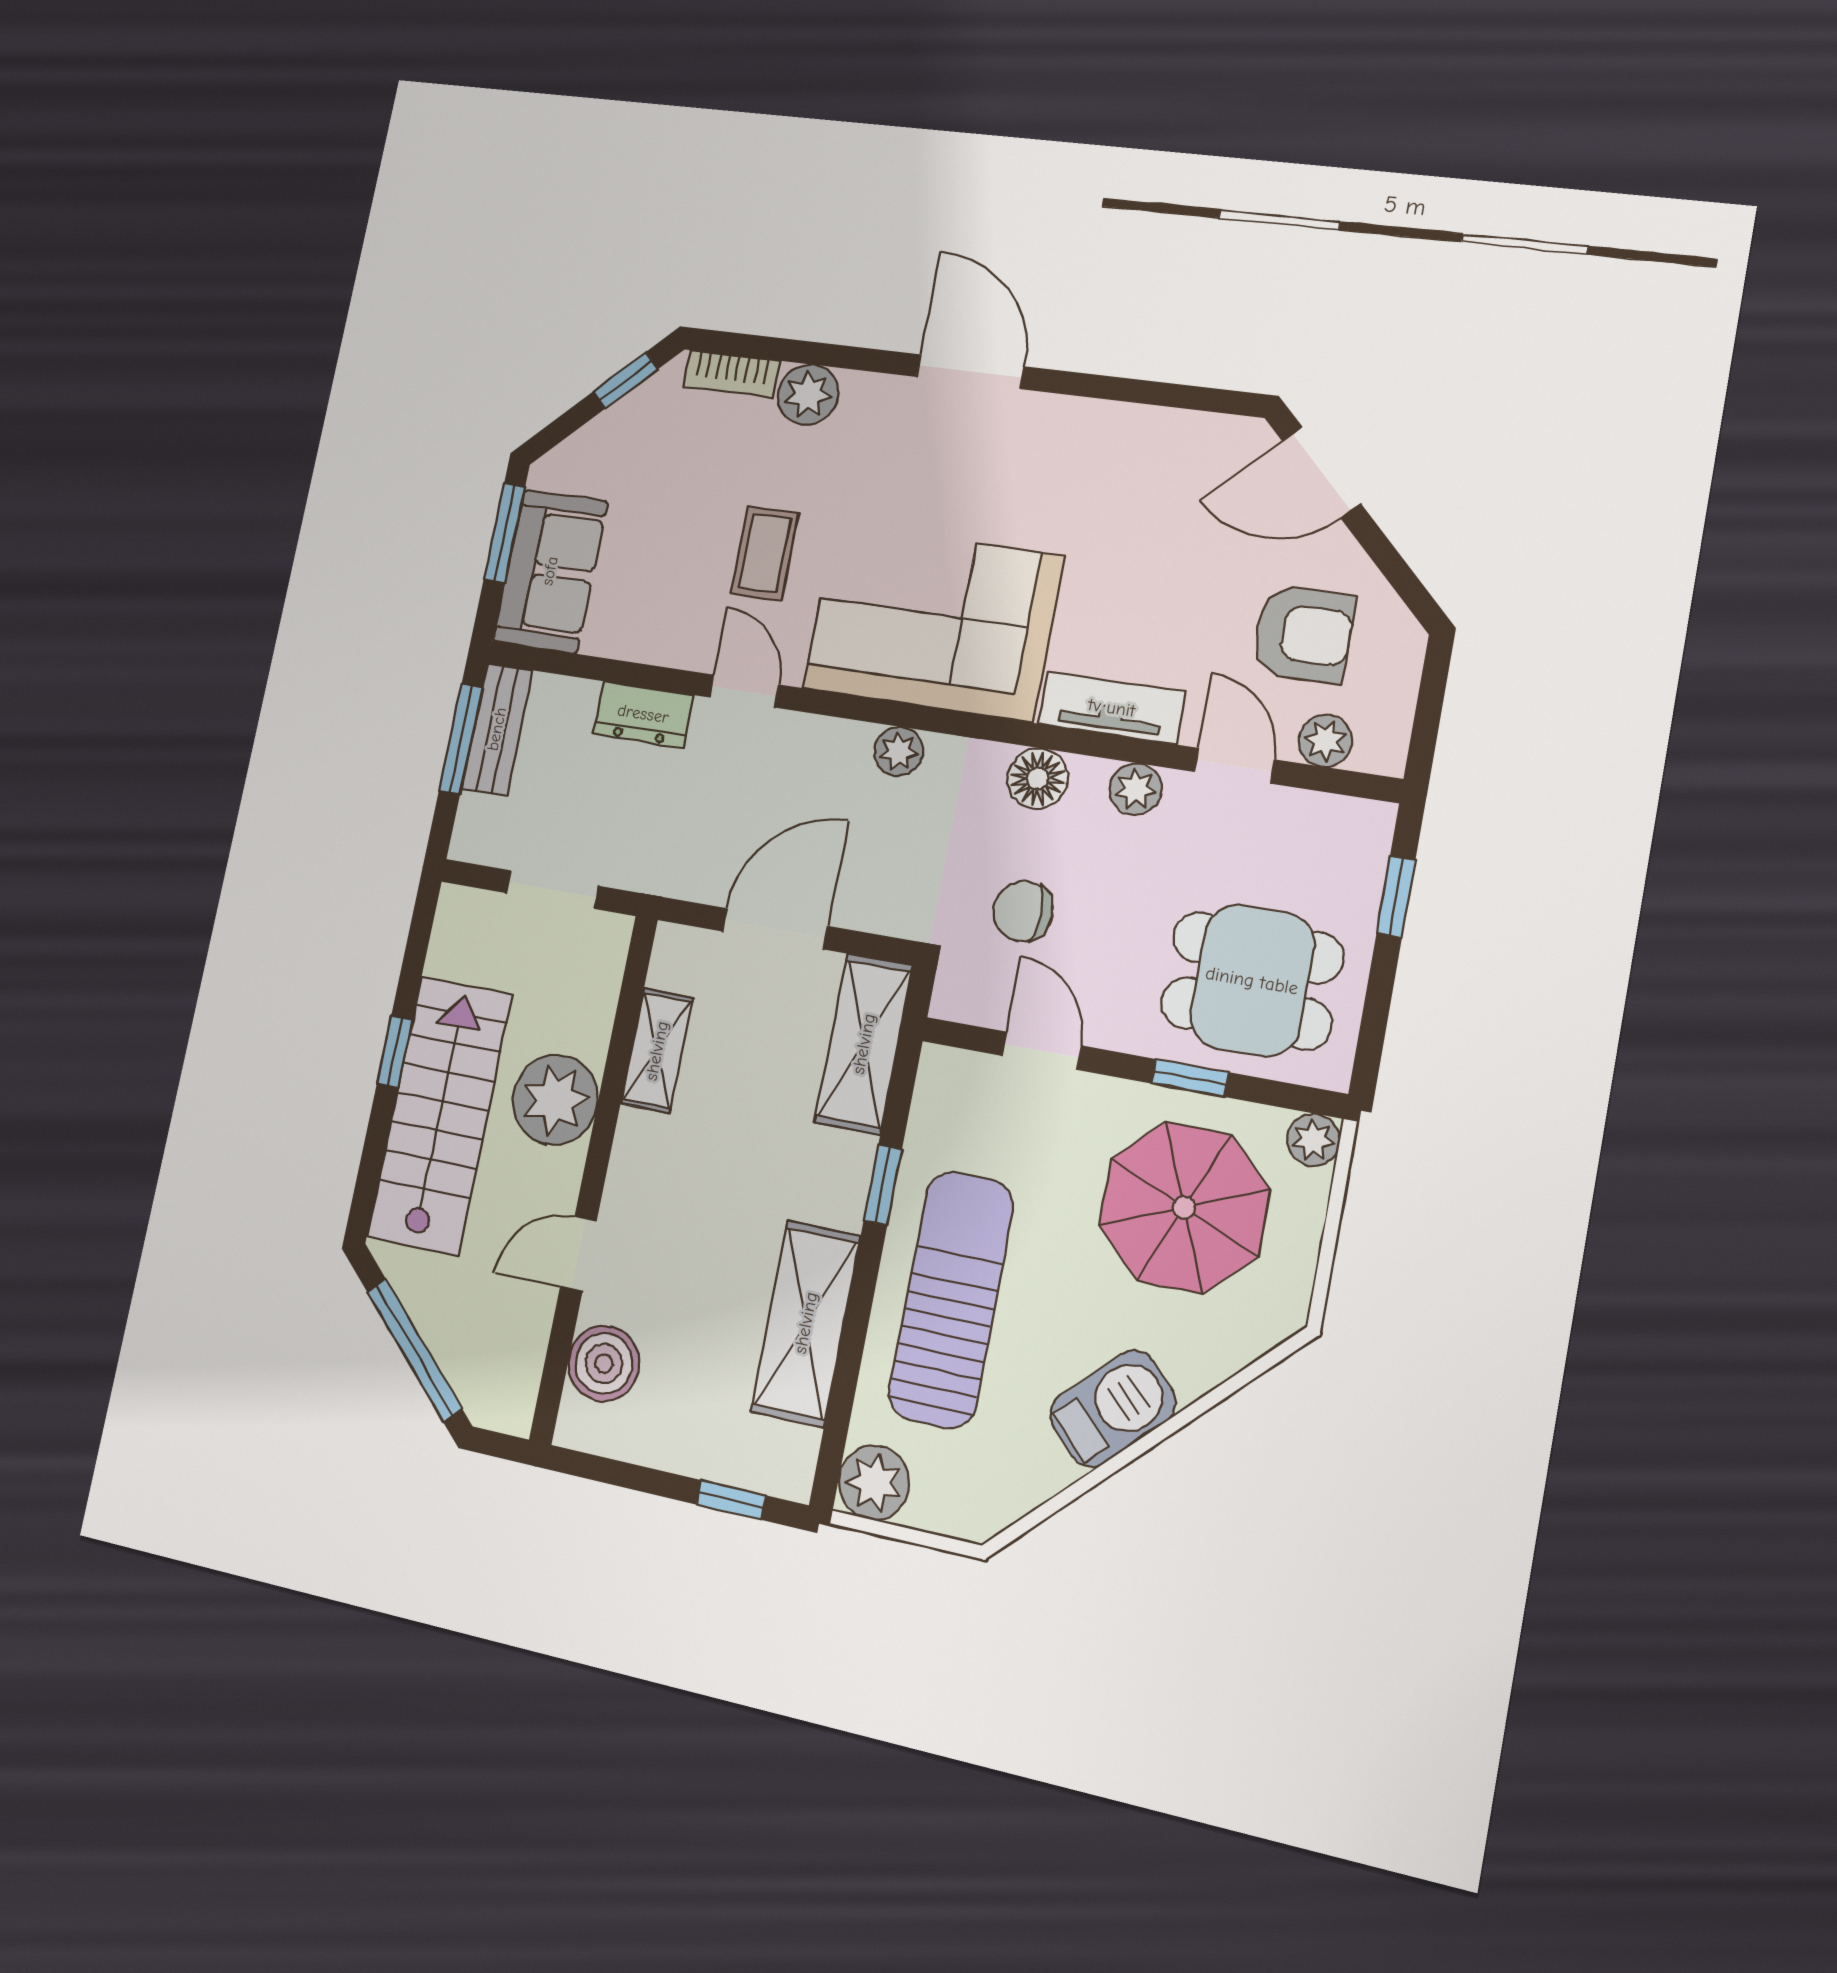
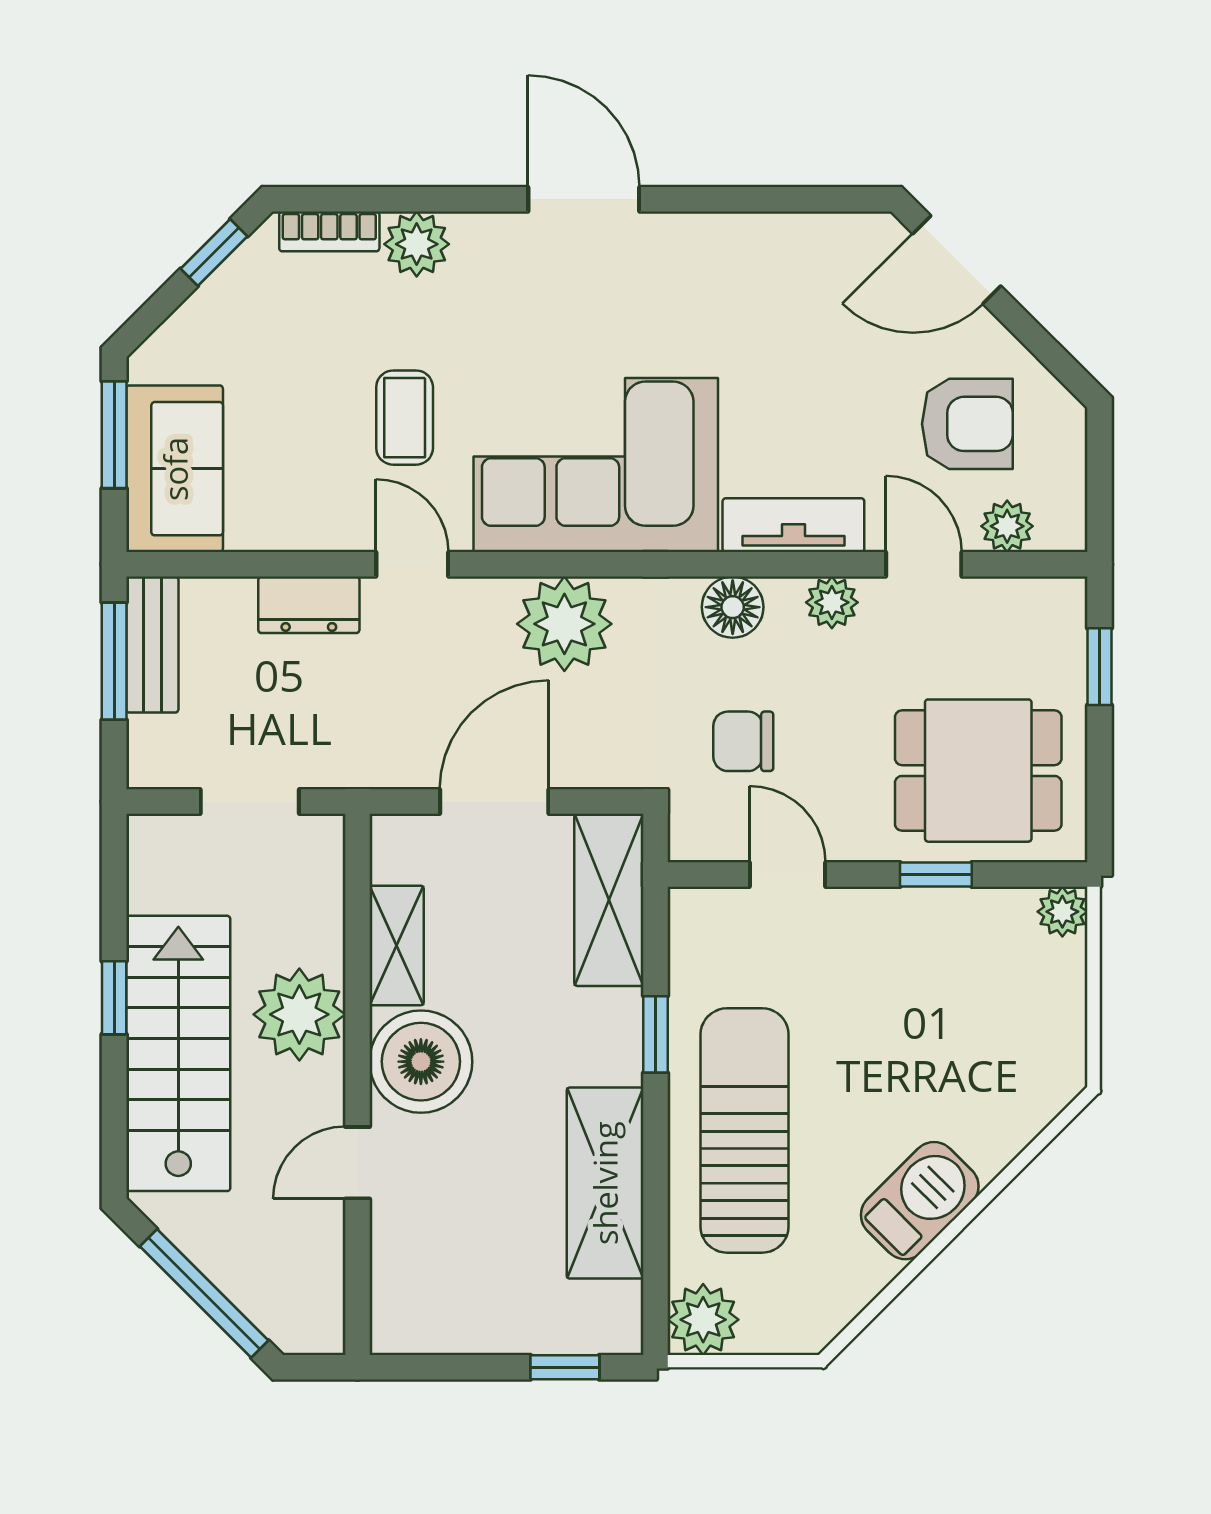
plant: (899, 751) -> (564, 624), width x1.88, depth x1.88
parasol: (1184, 1207) -> (953, 999), removed
boiler: (604, 1364) -> (421, 1062), moved, width x1.37, depth x1.37

